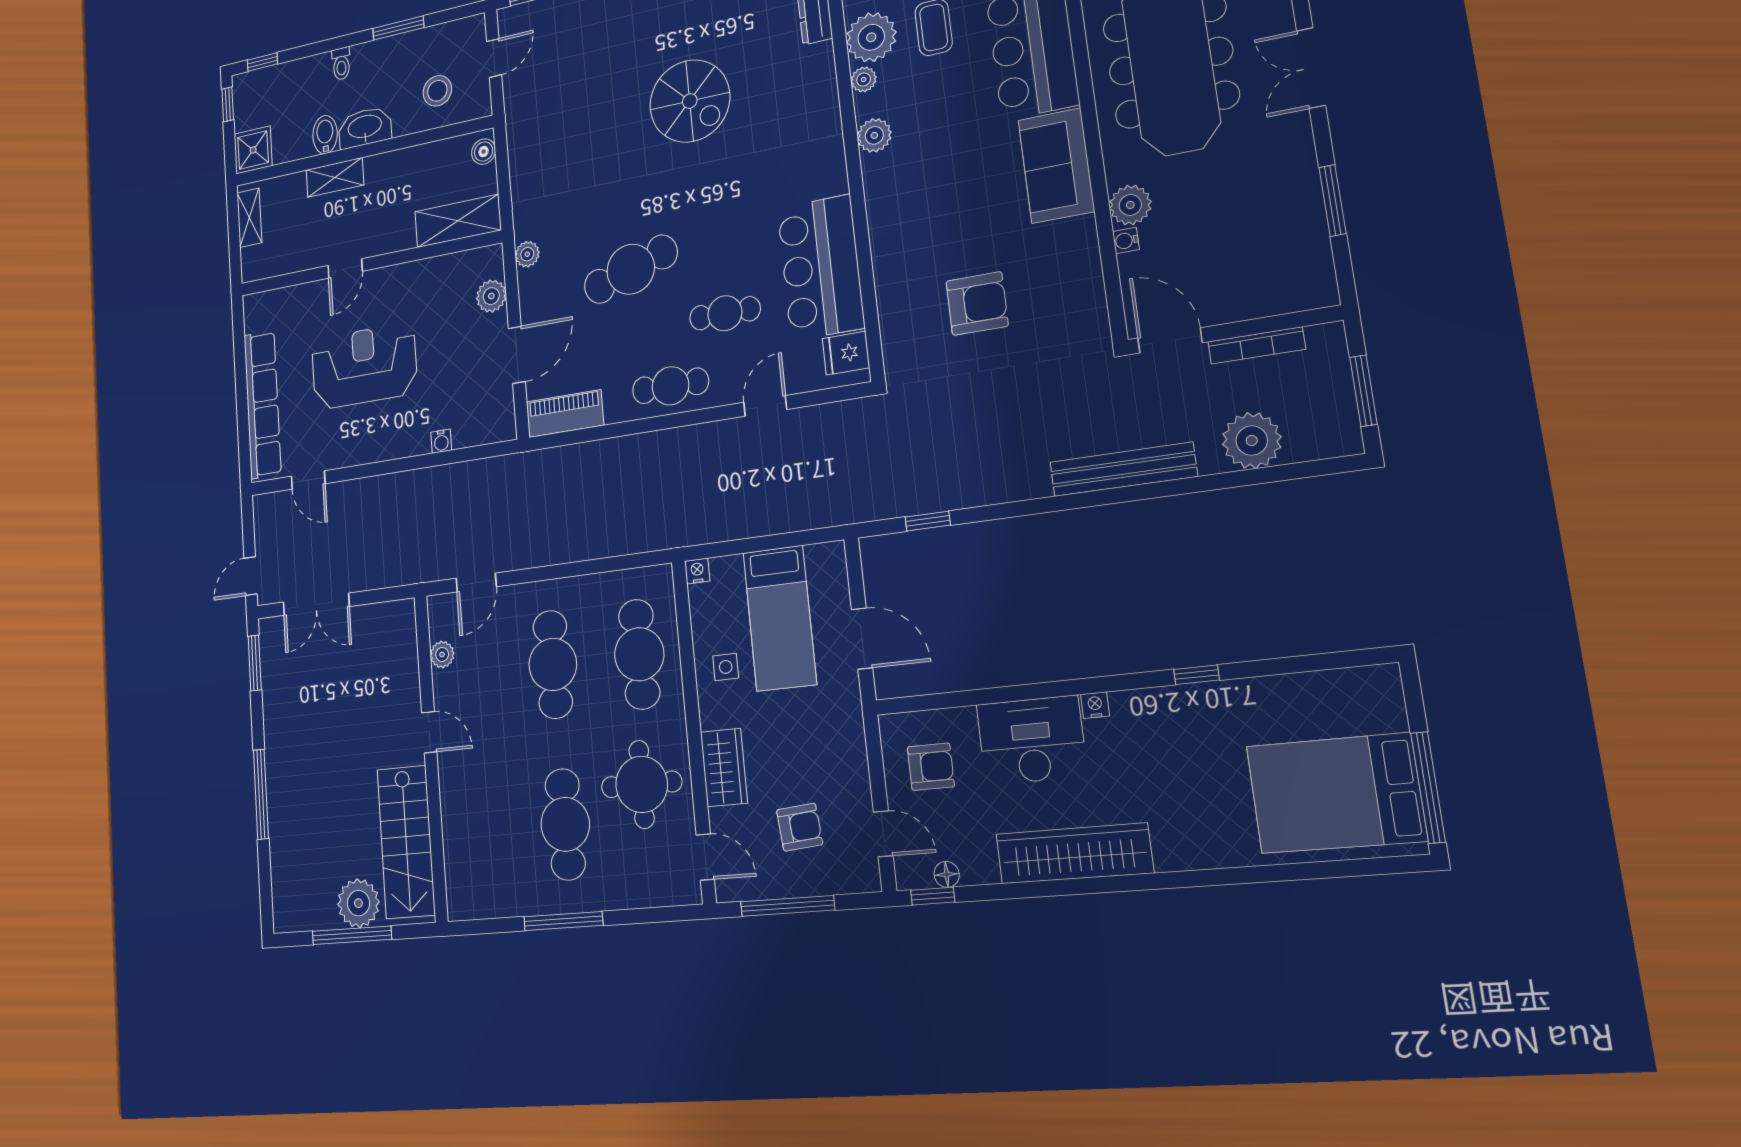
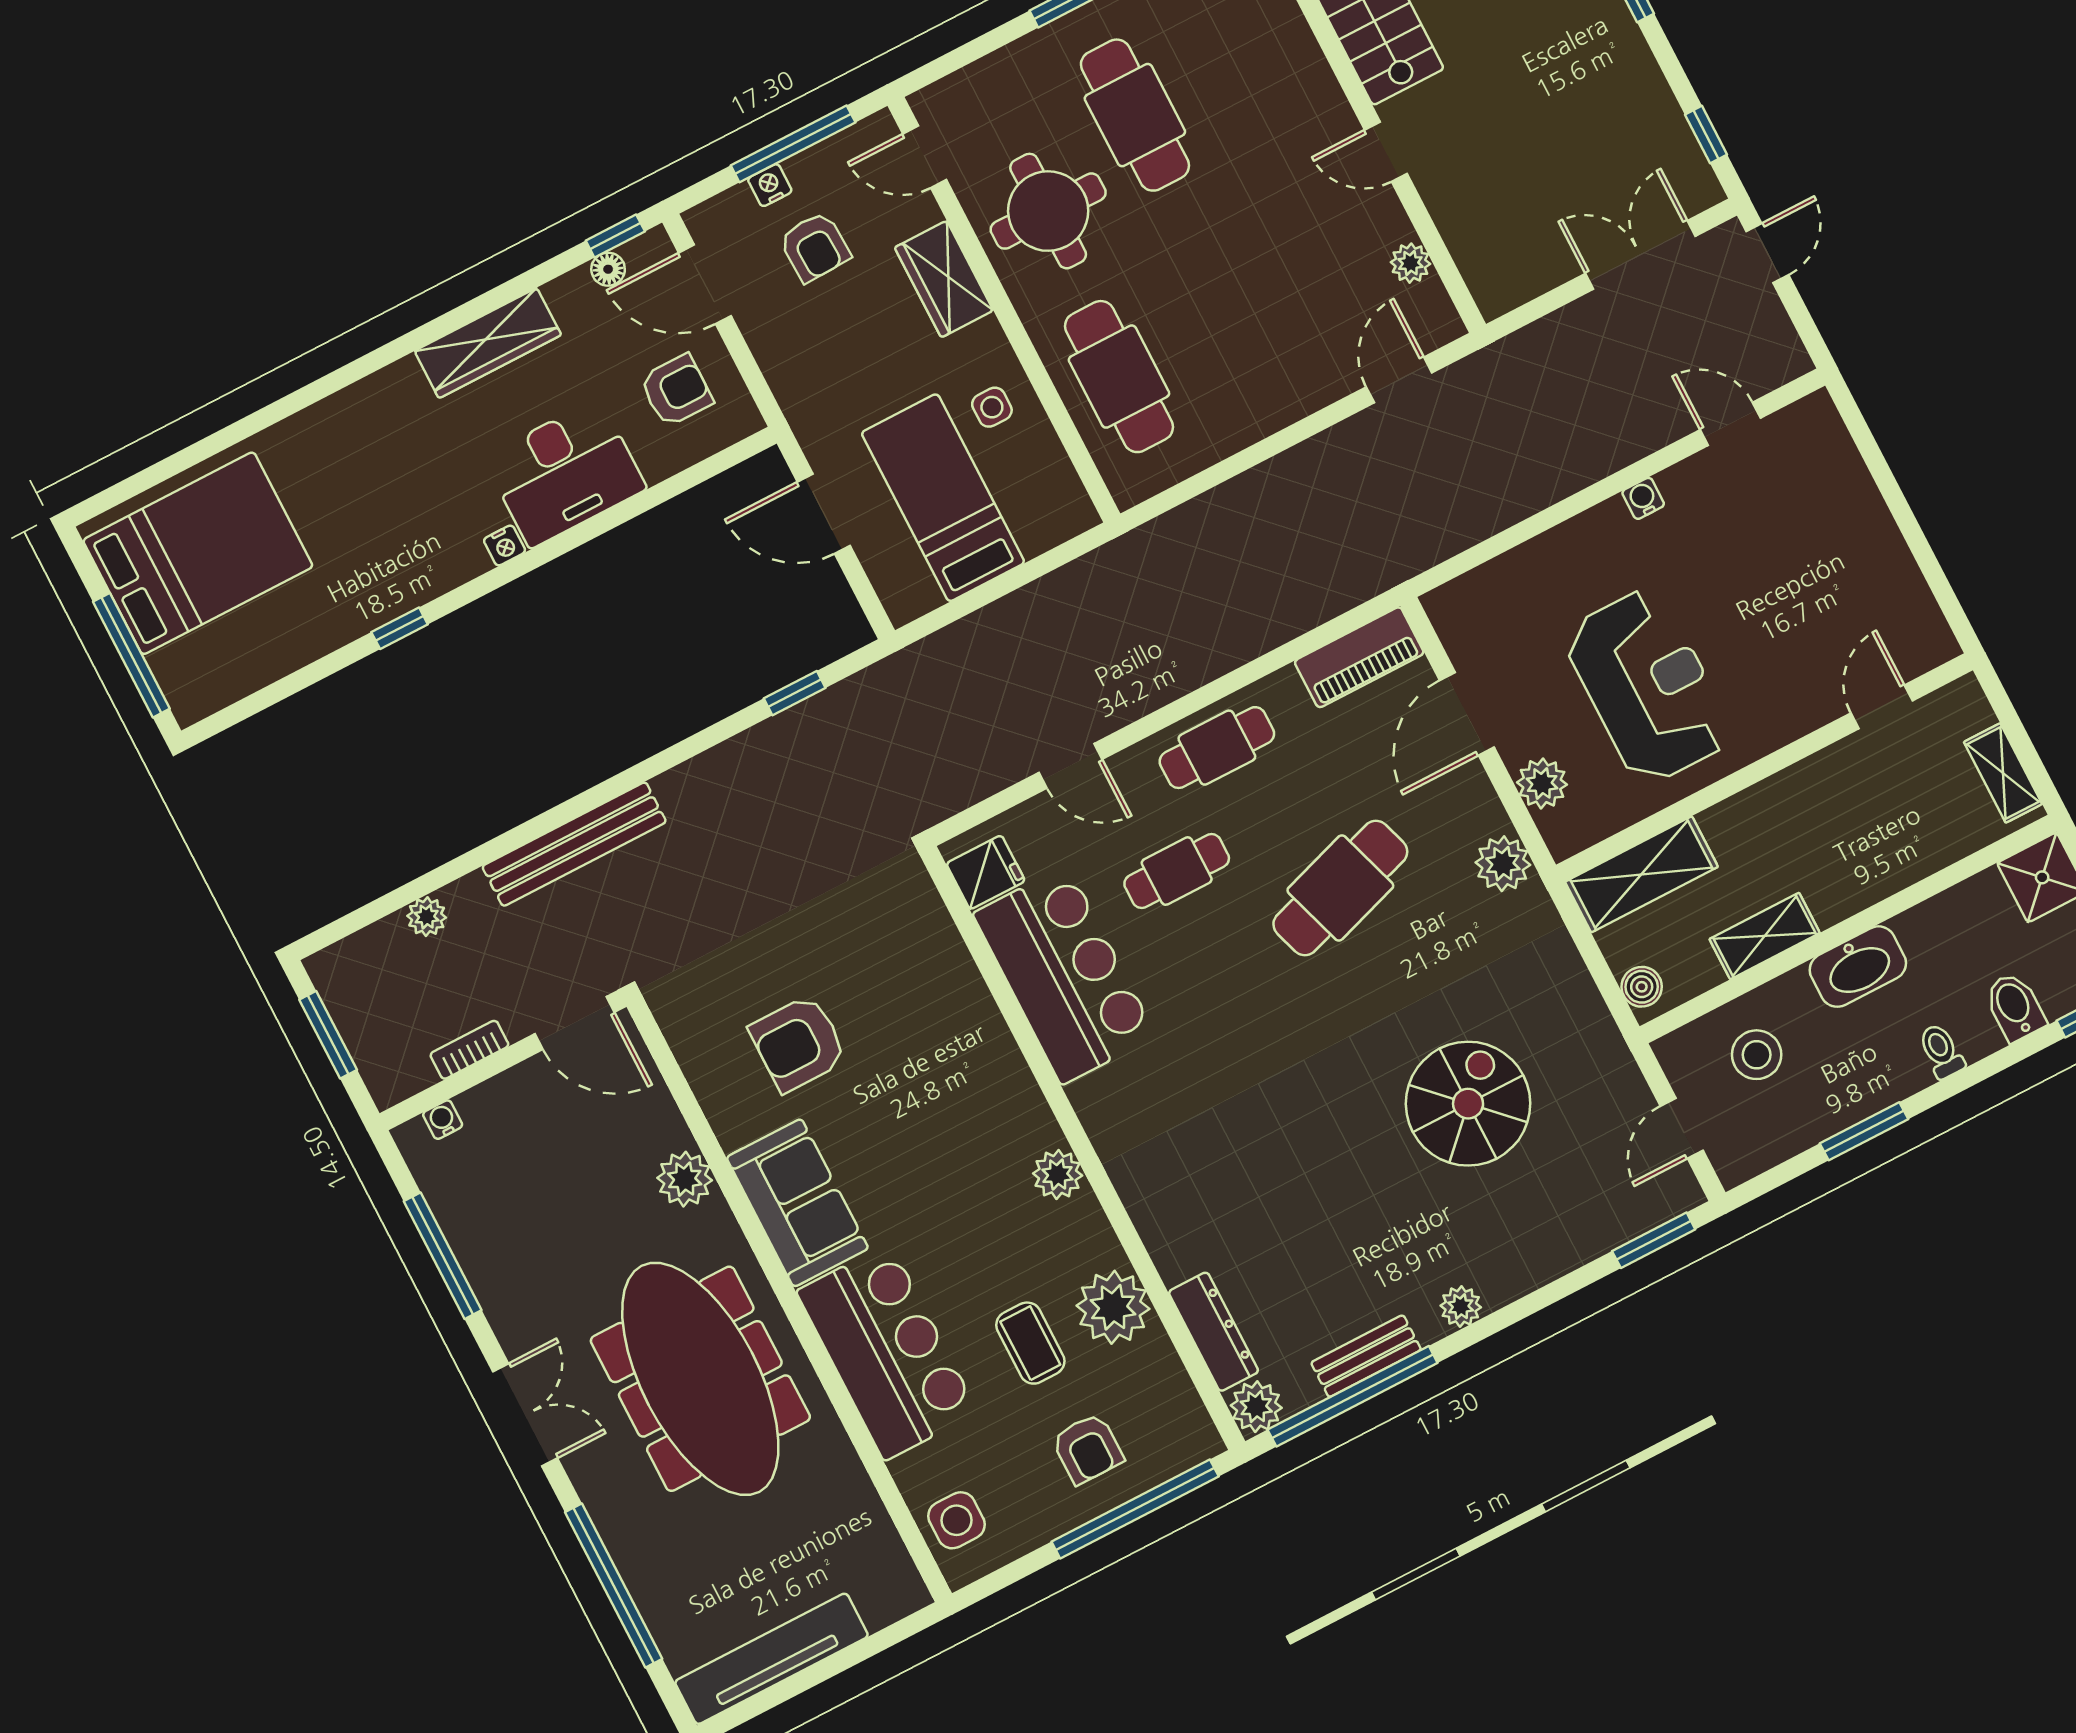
plant: (864, 79) -> (1102, 1247), removed
spiral stairs: (690, 101) -> (1468, 1104), moved, turned 90
bidet: (325, 135) -> (2015, 1007), moved, turned 180
shelving: (335, 177) -> (1765, 936), moved
window: (1333, 201) -> (443, 1256), width x1.44
water cooler: (1126, 241) -> (443, 1120), moved, turned -90
plant: (527, 254) -> (1503, 864), width x1.38, depth x1.38
door: (345, 268) -> (1882, 707), moved
armchair: (977, 304) -> (798, 1043), moved
bookcase: (1257, 345) -> (469, 1050), width x0.64
reception desk: (364, 366) -> (1648, 686), moved, turned -90
row of seats: (262, 404) -> (1857, 505), removed
door: (765, 406) -> (1071, 766), hinge flipped
water cooler: (441, 441) -> (1643, 498), moved
plant: (1252, 441) -> (427, 917), width x0.53, depth x0.53
nightstand: (697, 571) -> (770, 185), moved, turned 180
window: (255, 663) -> (1706, 135), width x0.67
cafe table: (553, 664) -> (1238, 315), removed
armchair: (931, 767) -> (676, 391), turned 180
window: (1428, 787) -> (131, 655), moved
armchair: (800, 827) -> (815, 247), turned -87
door: (883, 834) -> (705, 284), width x1.38
wardrobe: (1074, 853) -> (488, 343), width x0.71, depth x0.85

